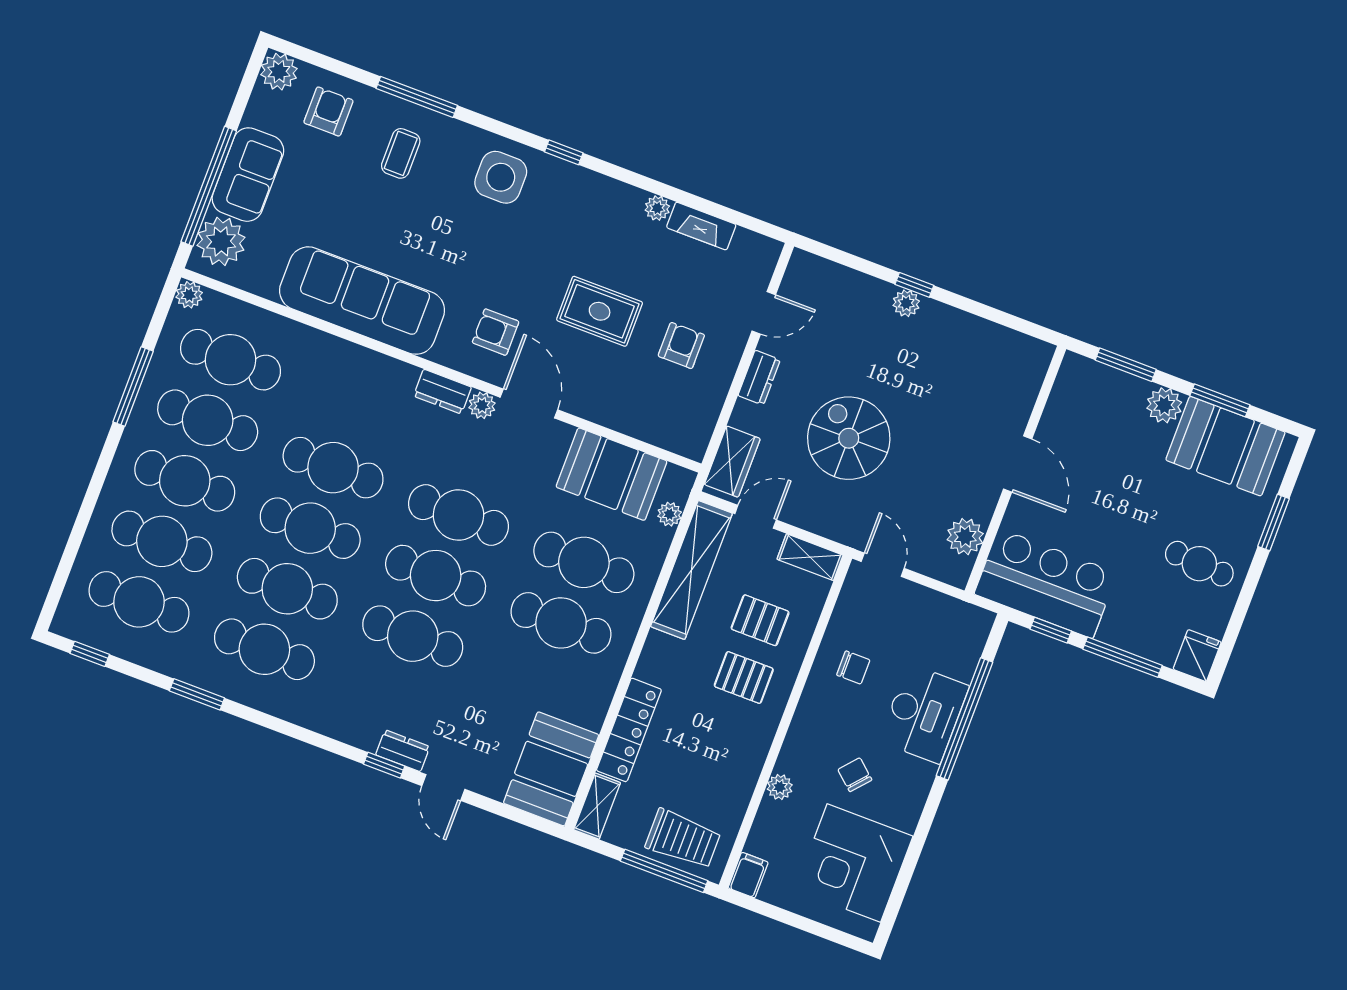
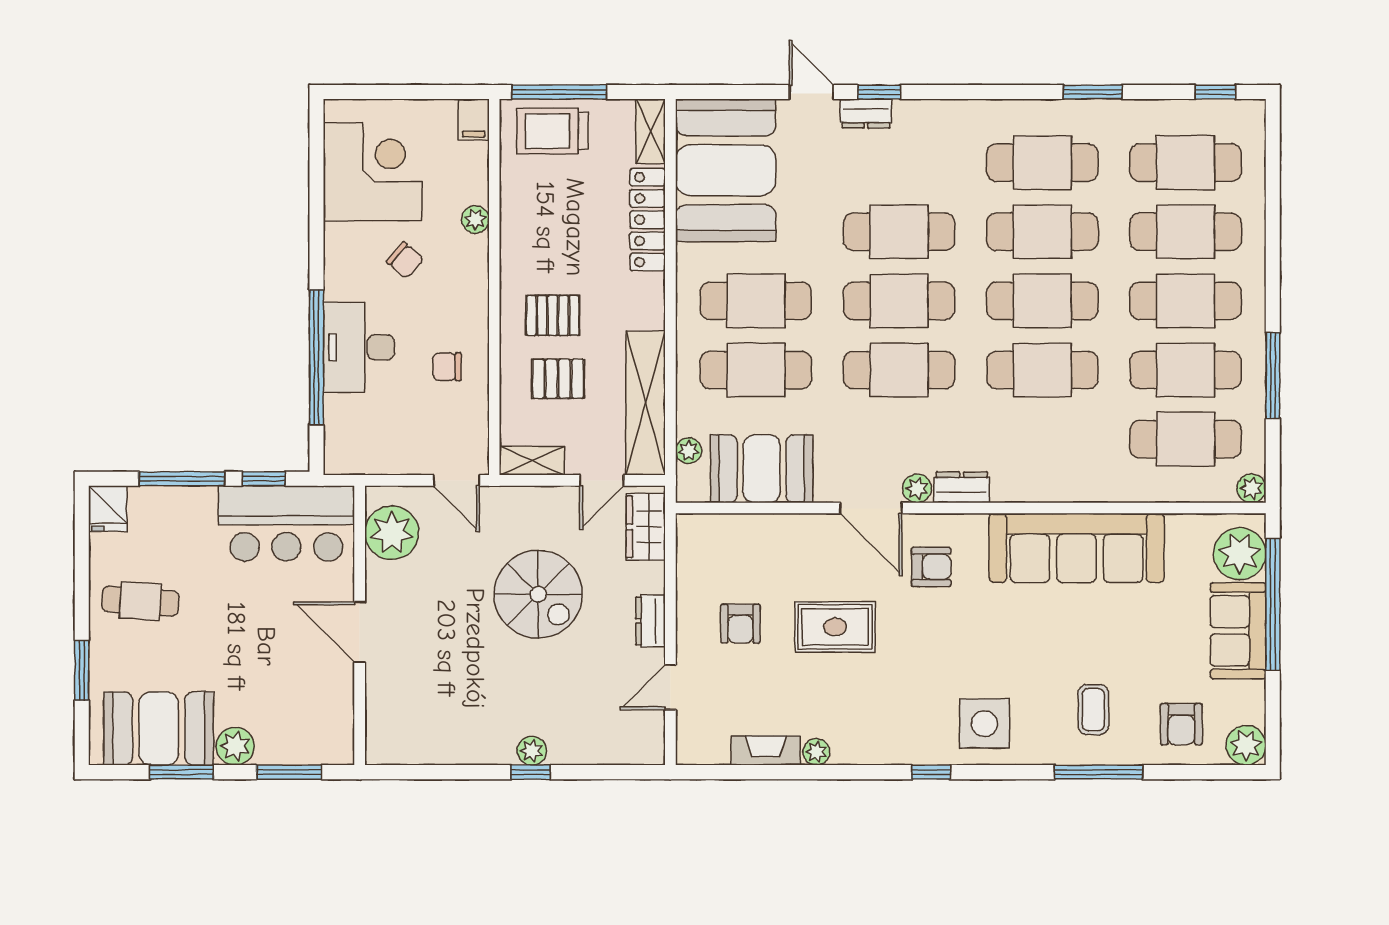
plant: (965, 537) -> (392, 533), width x1.36, depth x1.36
booth: (551, 769) -> (726, 170), width x1.36, depth x1.42

